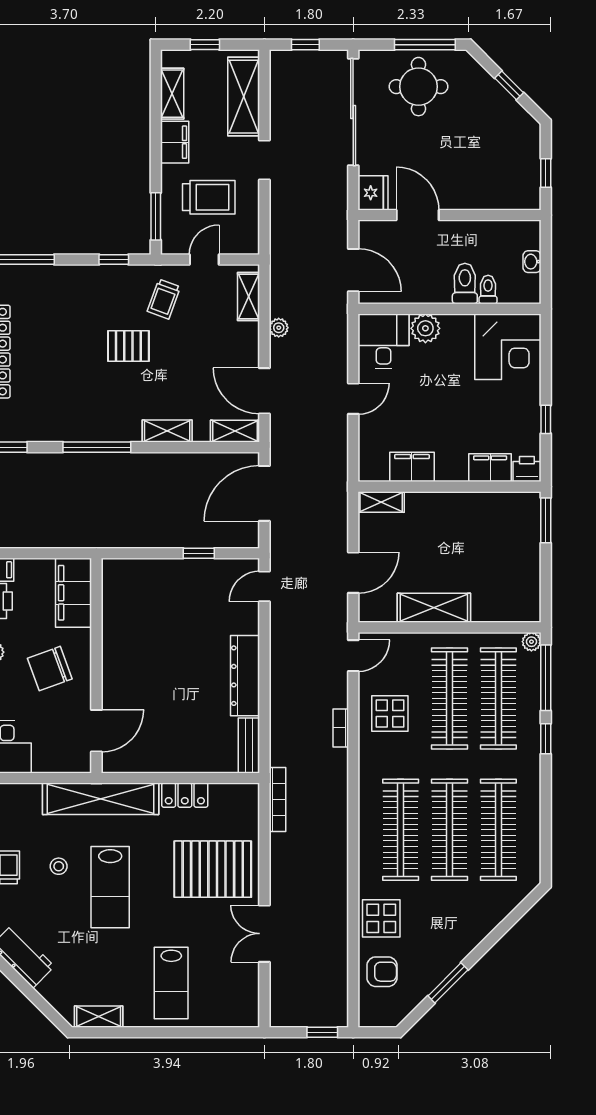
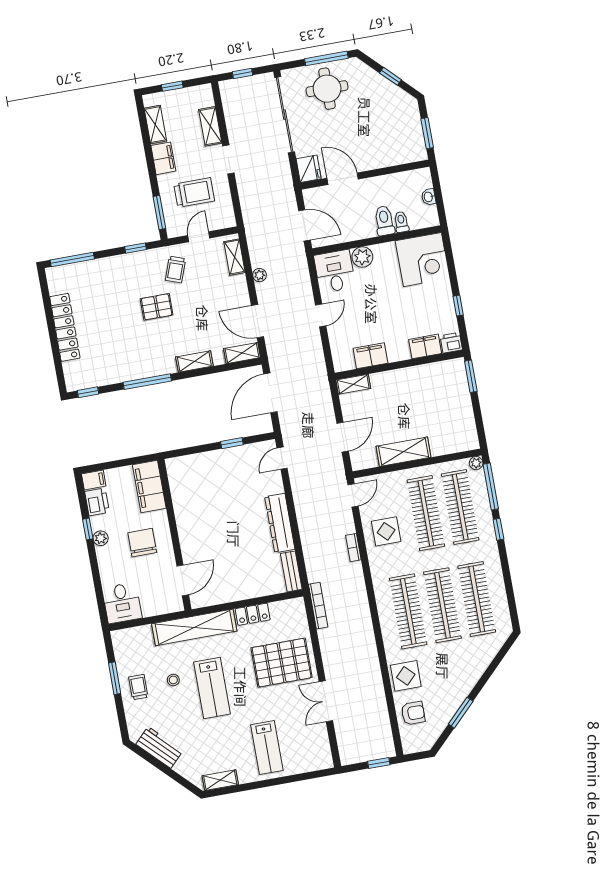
shelving: (244, 97) -> (210, 126), width x0.67, depth x0.75
window: (546, 173) -> (427, 133), width x1.50
chair: (50, 669) -> (142, 543), turned 110

